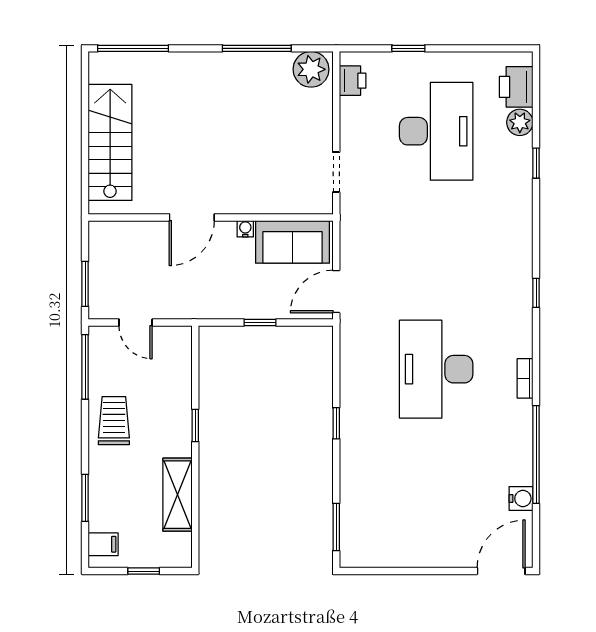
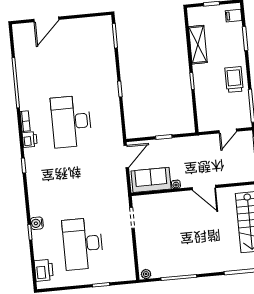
plant: (311, 69) -> (146, 274), width x0.53, depth x0.53
printer: (353, 81) -> (30, 140), moved, turned 180
plant: (520, 122) -> (40, 252), removed
door: (192, 217) -> (204, 188), swing flipped
door: (136, 322) -> (228, 131), swing flipped
desk: (436, 369) -> (71, 122), turned 180
trolley: (114, 421) -> (234, 80), turned 180
water cooler: (521, 499) -> (37, 223), moved
door: (501, 571) -> (46, 19), moved

